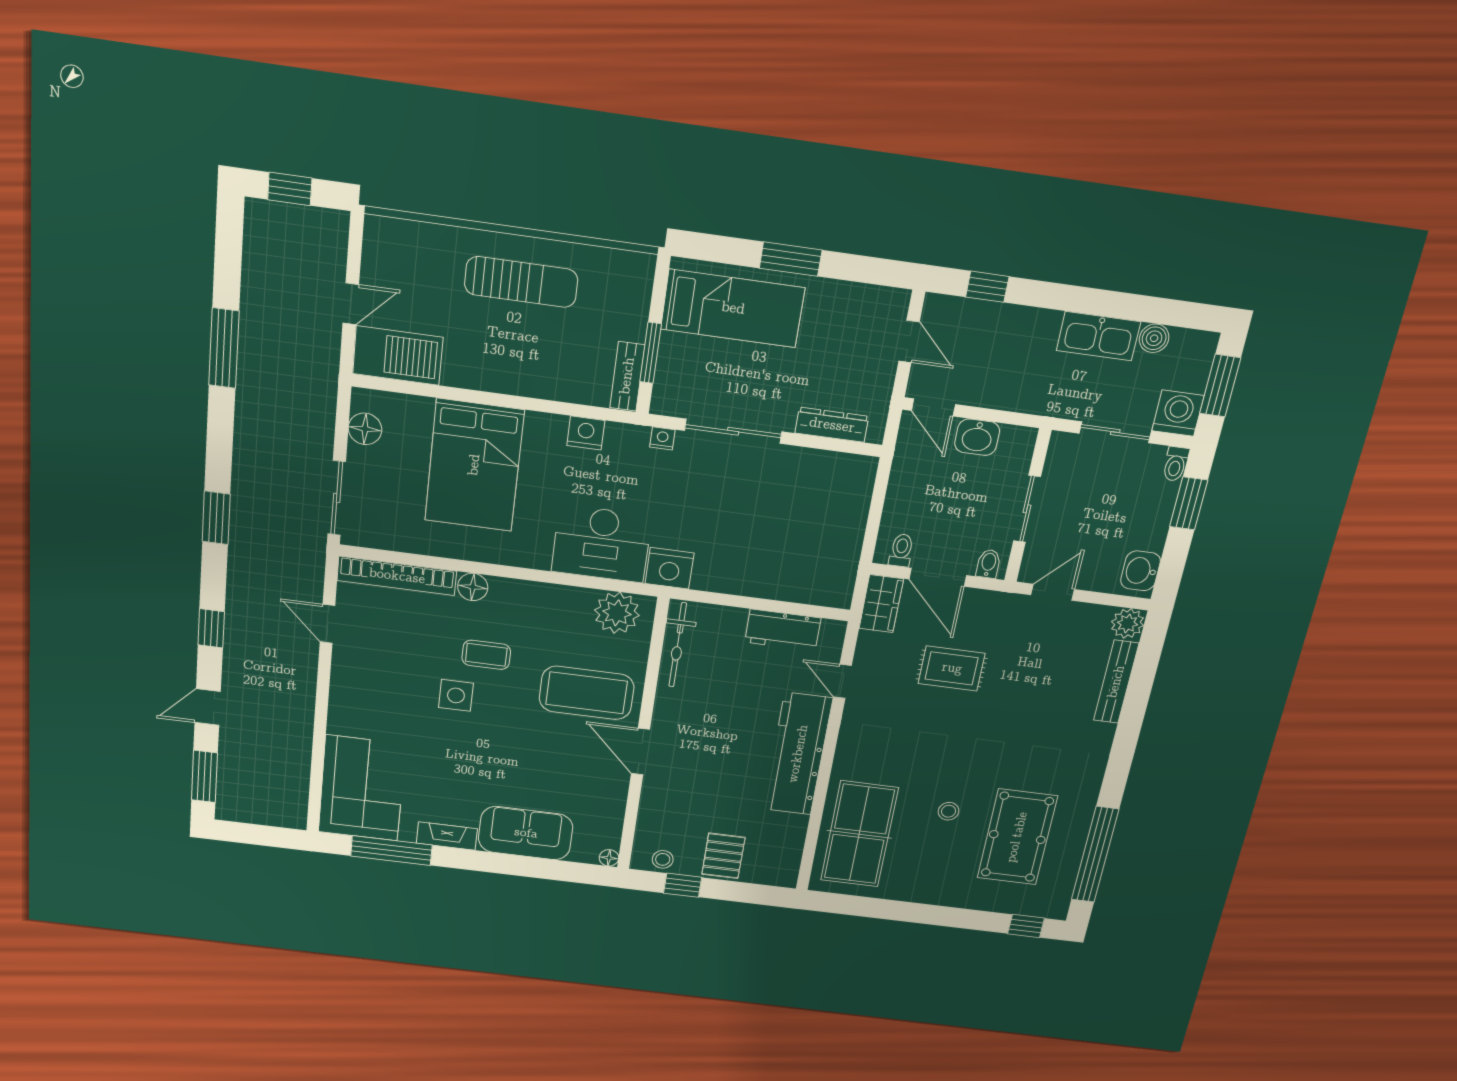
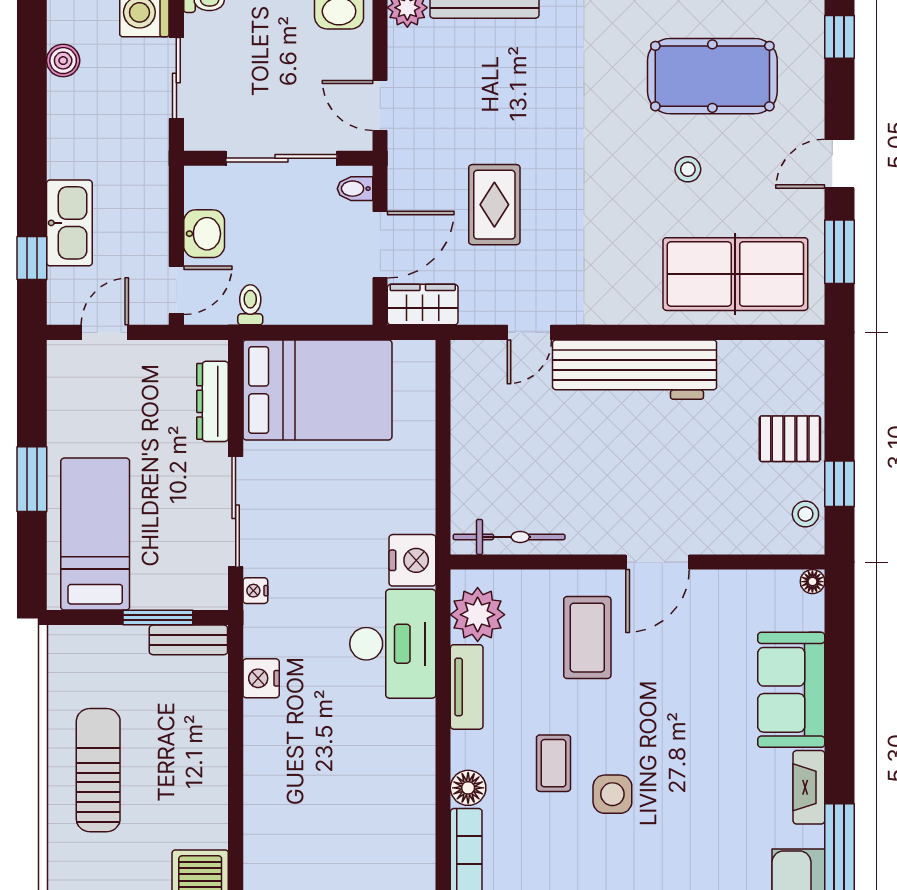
kitchen sink: (1098, 336) -> (69, 223), moved
bed: (474, 465) -> (317, 390), moved
sliding door: (1027, 509) -> (281, 158), width x1.37
toilet: (901, 550) -> (250, 305), moved, turned 90
tv unit: (558, 597) -> (467, 687), added
workbench: (783, 630) -> (473, 415), removed
coffee table: (587, 693) -> (587, 638), width x0.73, depth x0.76
window: (862, 906) -> (839, 252), added
door: (929, 914) -> (839, 164), added

